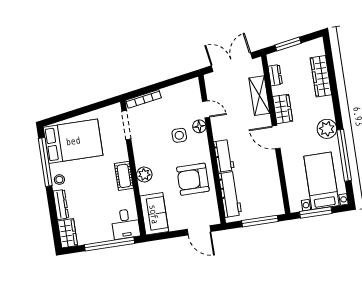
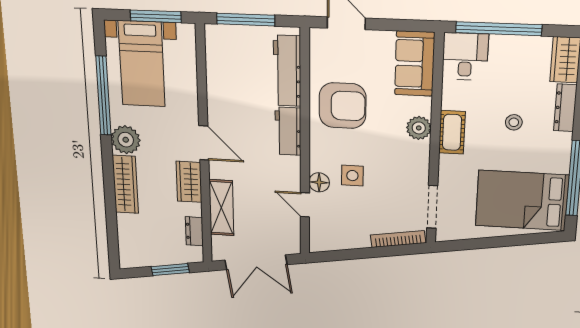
wardrobe: (321, 76) -> (125, 184), moved
stool: (59, 180) -> (514, 122), moved

